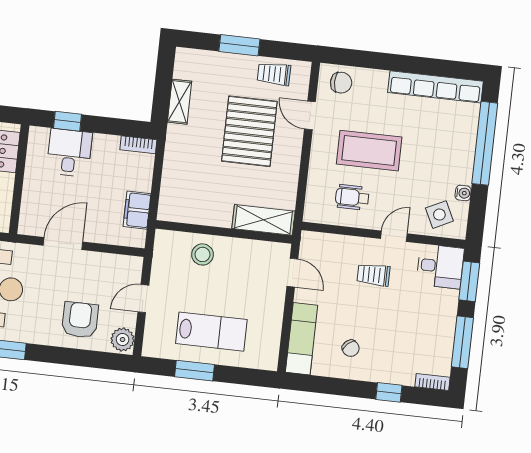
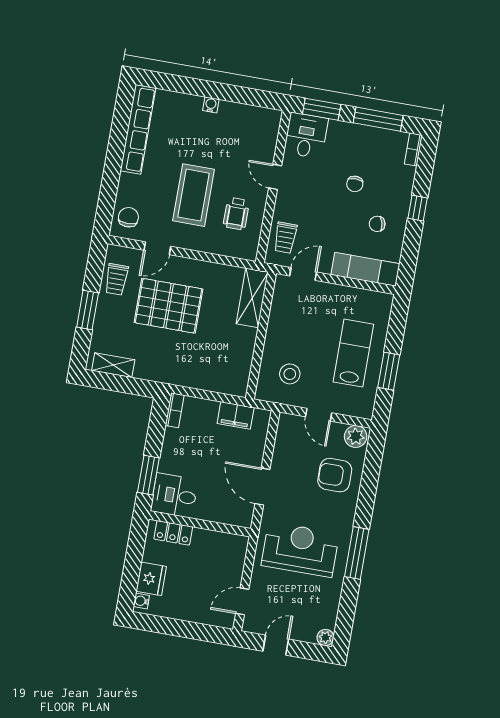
shelving: (179, 102) -> (113, 365), moved
window: (67, 121) -> (148, 475), width x1.50
window: (485, 143) -> (194, 87), removed
desk: (69, 153) -> (174, 495), moved
water cooler: (463, 193) -> (211, 105), moved
side table: (439, 215) -> (257, 133), removed
stool: (202, 254) -> (290, 374), moved
trolley: (373, 275) -> (285, 238), moved
chair: (392, 322) -> (355, 184), added
chair: (351, 348) -> (377, 224), turned -150
window: (389, 392) -> (418, 208), moved

